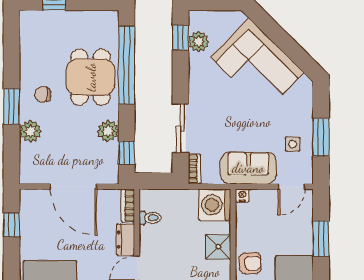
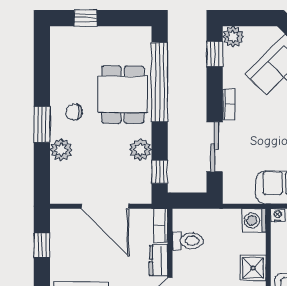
plant: (199, 42) -> (233, 37), moved
bookcase: (194, 169) -> (229, 104), moved
washing machine: (215, 205) -> (254, 221), width x0.73, depth x0.73
toilet: (150, 218) -> (188, 241), width x1.37, depth x1.39

